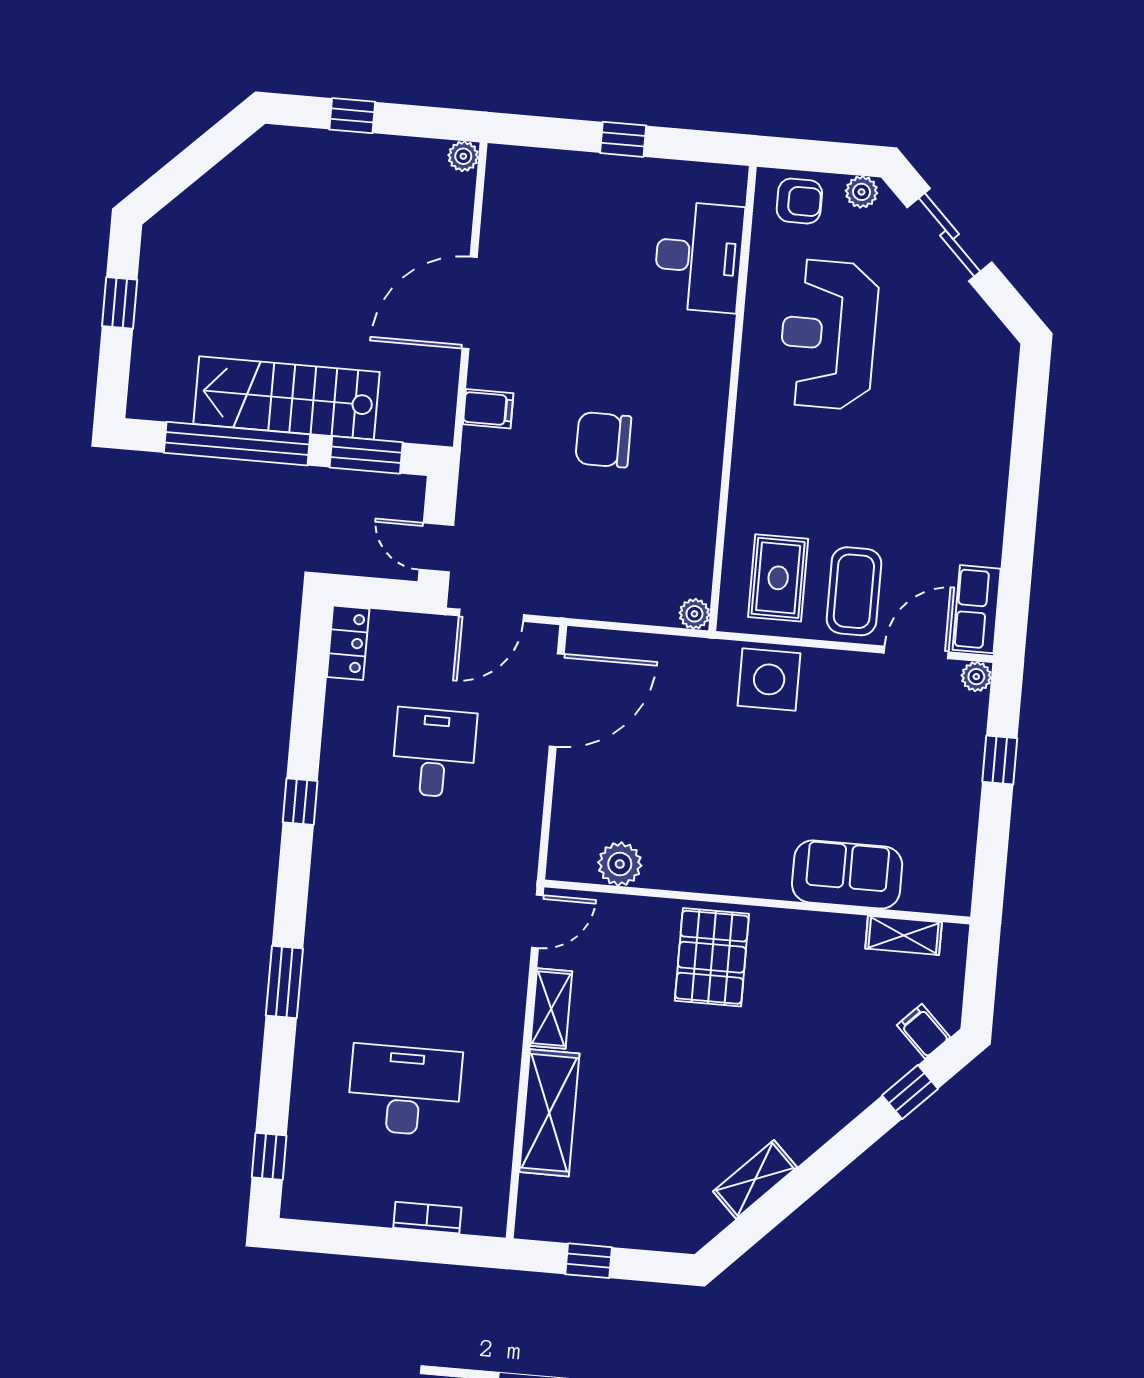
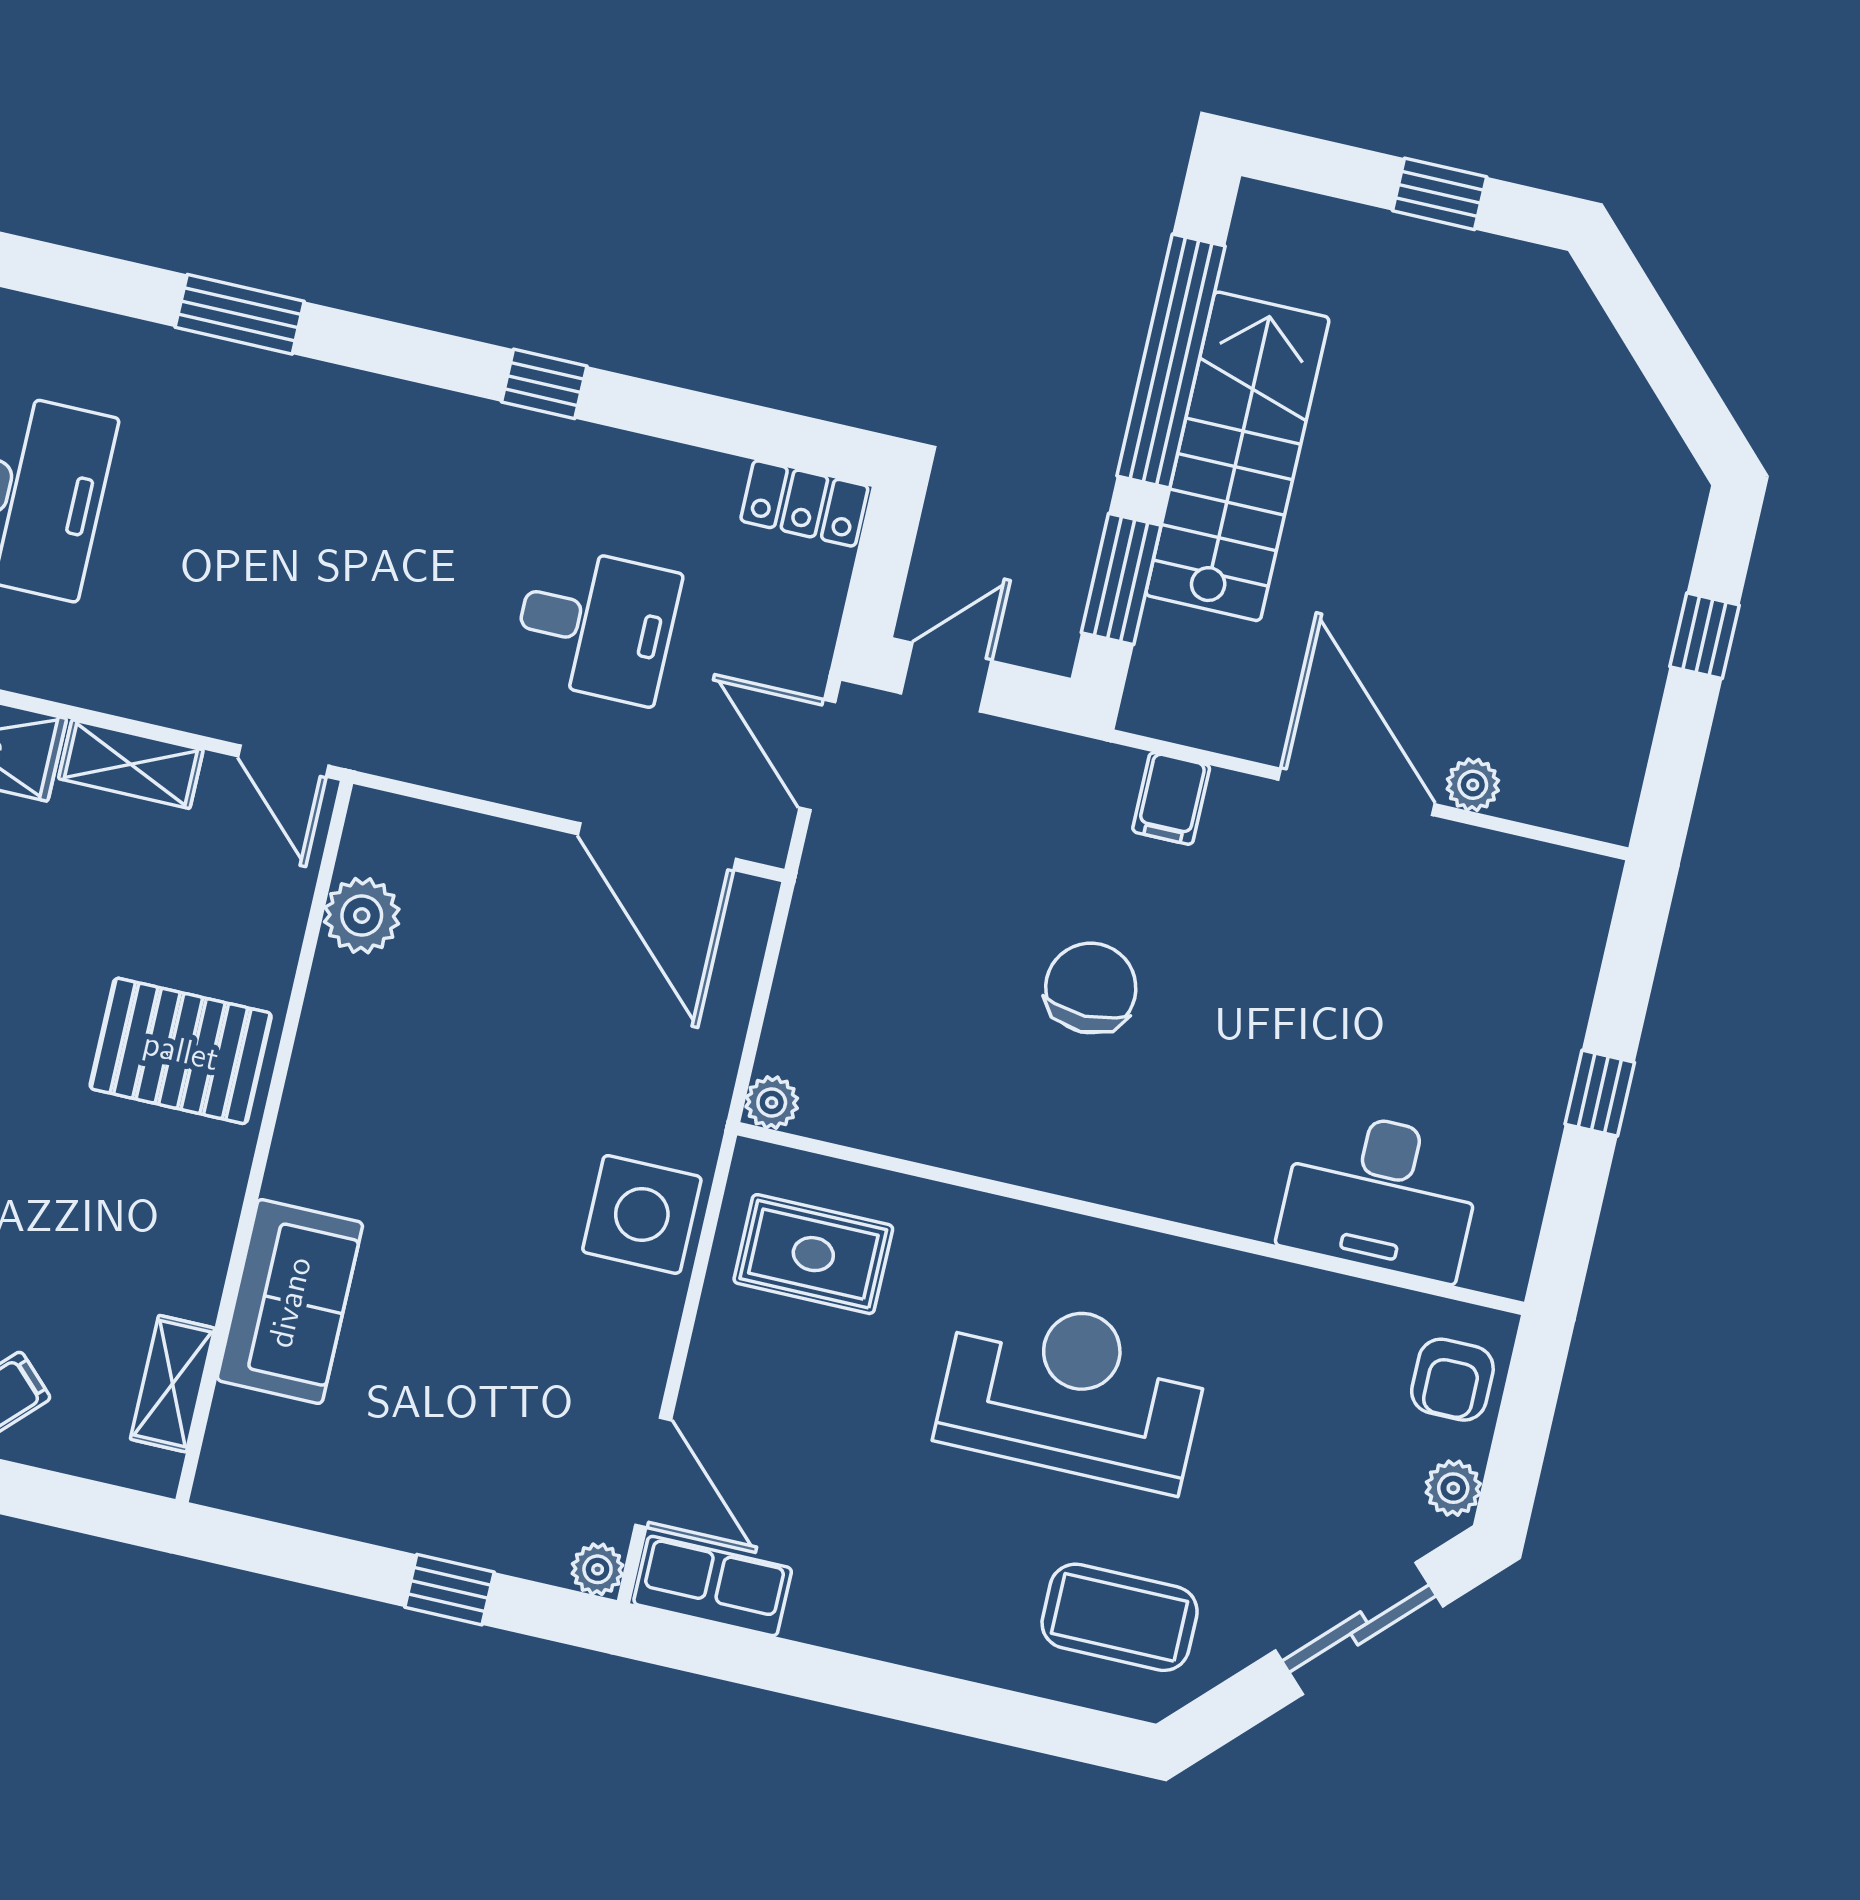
plant: (463, 156) -> (1473, 785), moved
reception desk: (828, 335) -> (1073, 1391), moved
coffee table: (854, 591) -> (1120, 1617), moved

